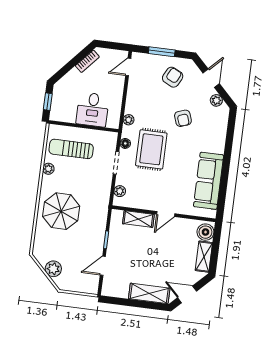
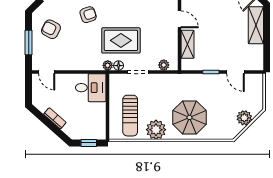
bookcase: (87, 61) -> (55, 118), moved
desk: (93, 110) -> (91, 88), moved
plant: (129, 120) -> (108, 65), moved
plant: (48, 169) -> (156, 130), width x1.88, depth x1.88

